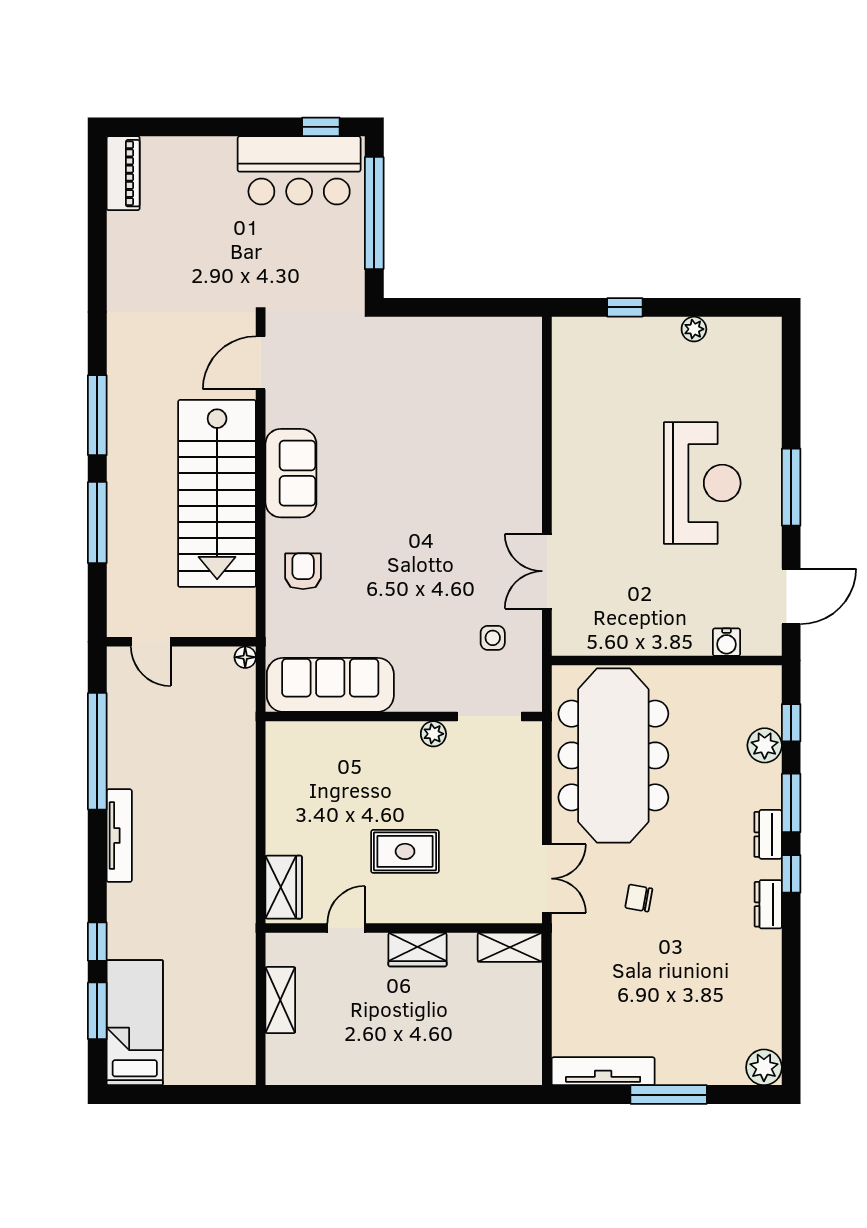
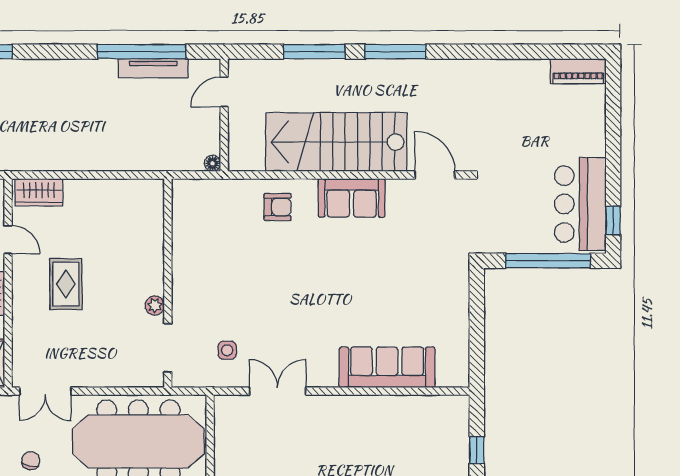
sofa: (330, 685) -> (387, 367), moved, turned -90
tv unit: (119, 836) -> (153, 68), moved

